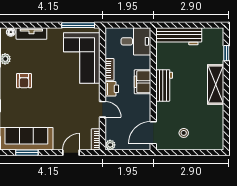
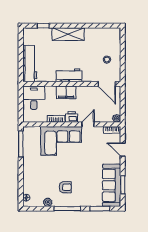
tv unit: (31, 34) -> (28, 181), removed
corner sofa: (82, 58) -> (61, 141), moved

